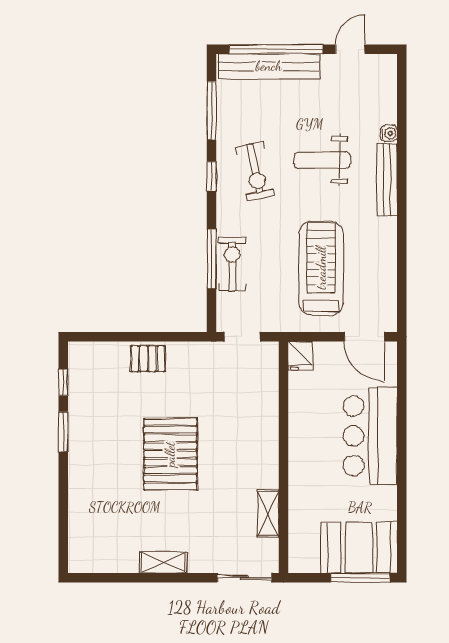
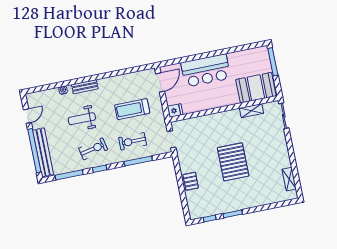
door: (350, 49) -> (27, 116), swing flipped
weight bench: (322, 160) -> (82, 119), turned 90
bench: (387, 180) -> (85, 87), width x0.73
exercise bike: (232, 264) -> (133, 141), moved
treadmill: (321, 268) -> (132, 109), width x0.73, depth x0.73
pallet: (170, 454) -> (233, 162), turned 90
booth: (359, 548) -> (256, 88), moved, turned 90
shelving: (163, 563) -> (289, 179), moved

